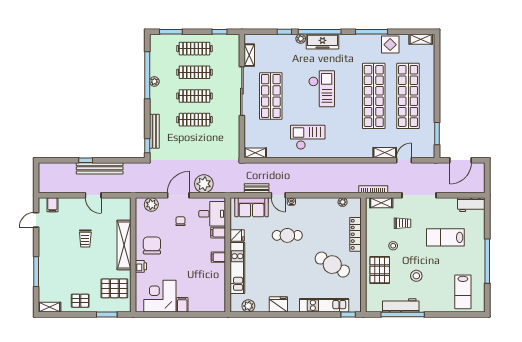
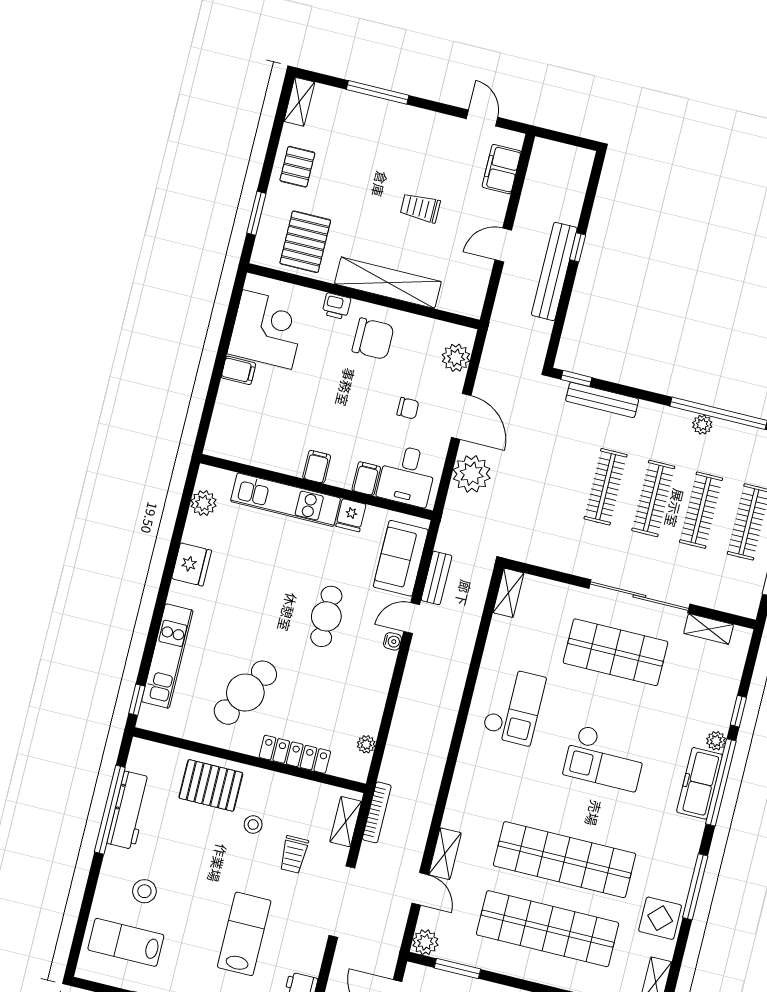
plant: (428, 152) -> (425, 942), added
filing cabinet: (52, 205) -> (502, 169), width x2.00
stool: (416, 276) -> (144, 891), moved

